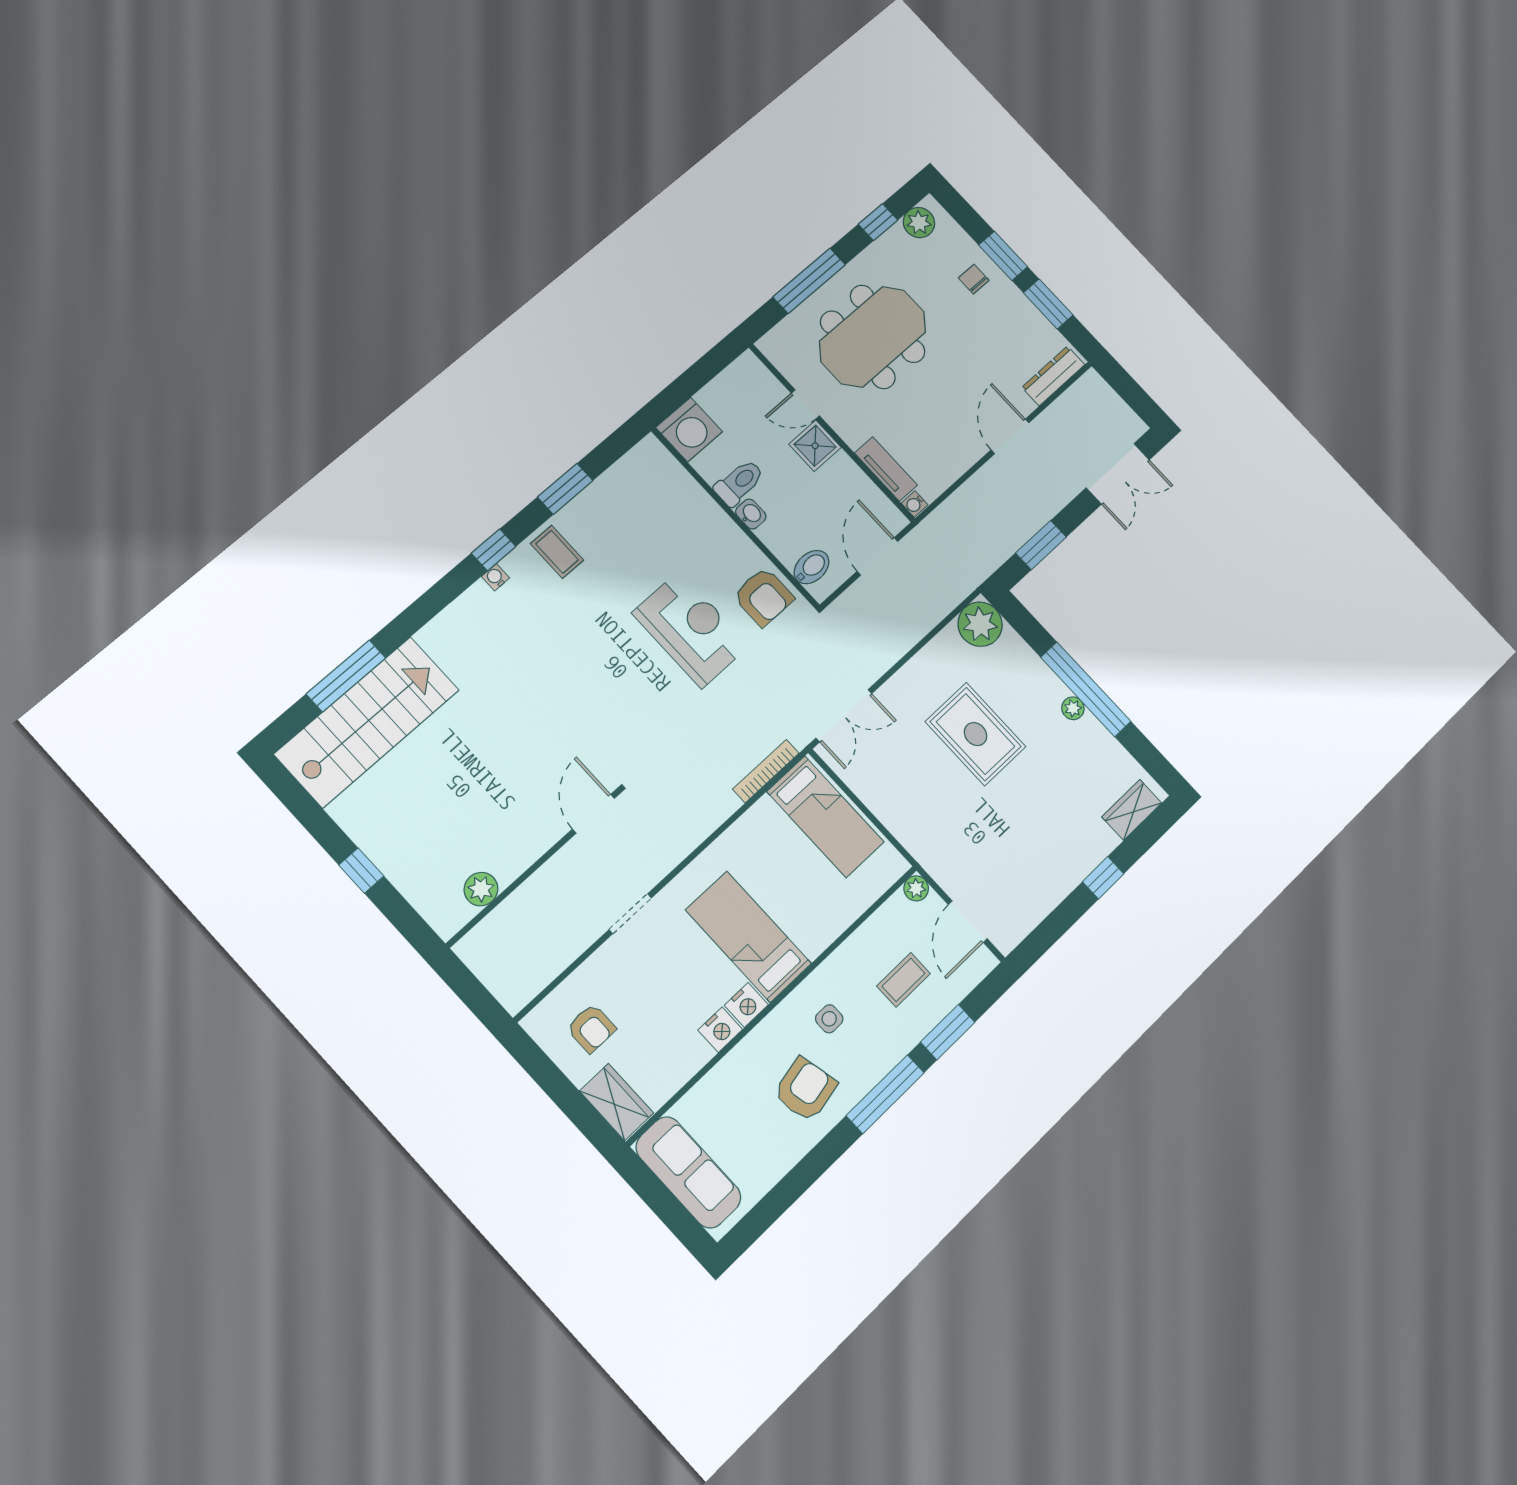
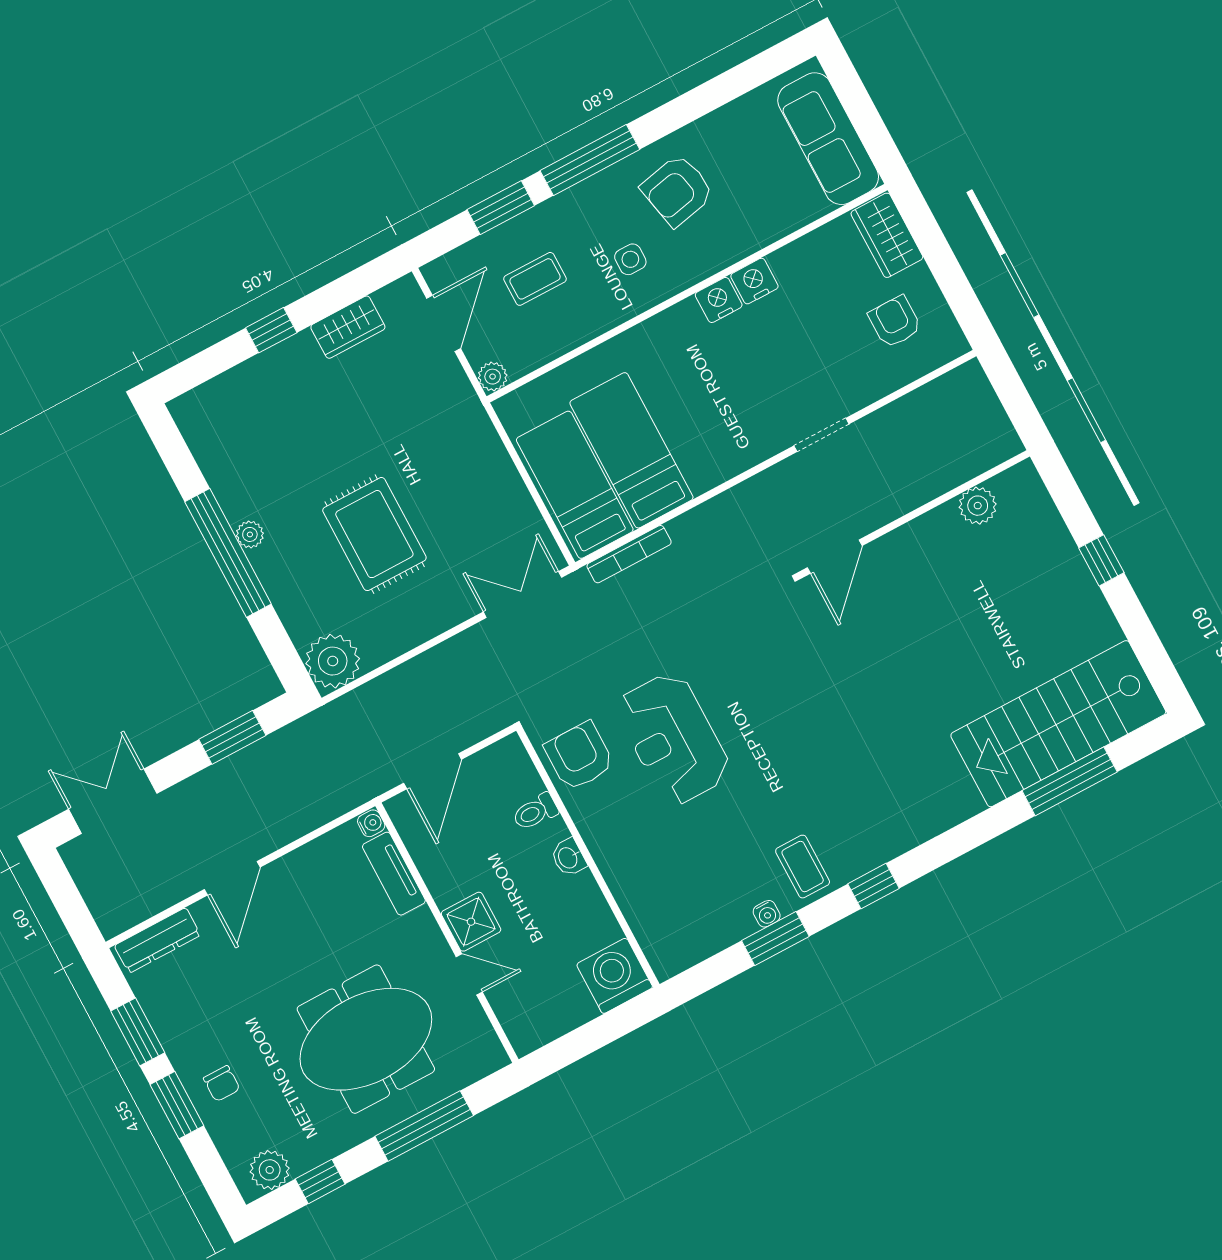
toilet: (739, 483) -> (535, 812), moved, width x0.73, depth x0.72
bidet: (811, 567) -> (514, 777), removed
water cooler: (495, 577) -> (767, 914), moved
wardrobe: (1132, 810) -> (348, 327), moved
bed: (748, 937) -> (631, 450), moved, turned 180

